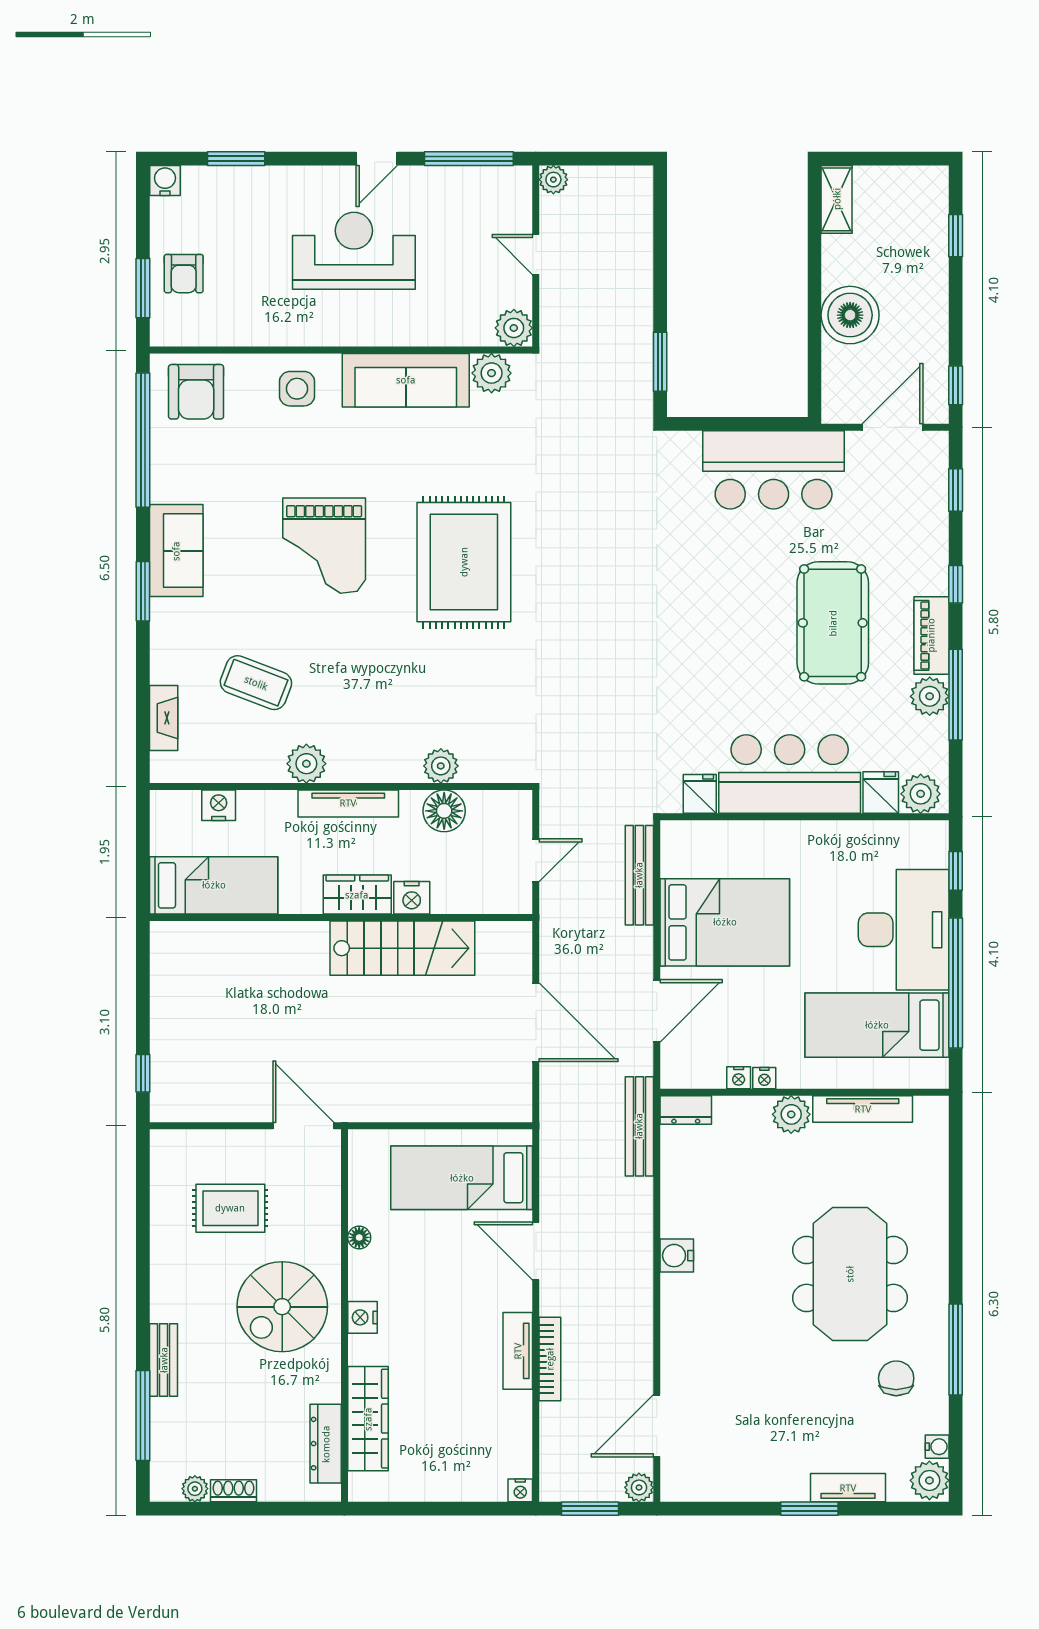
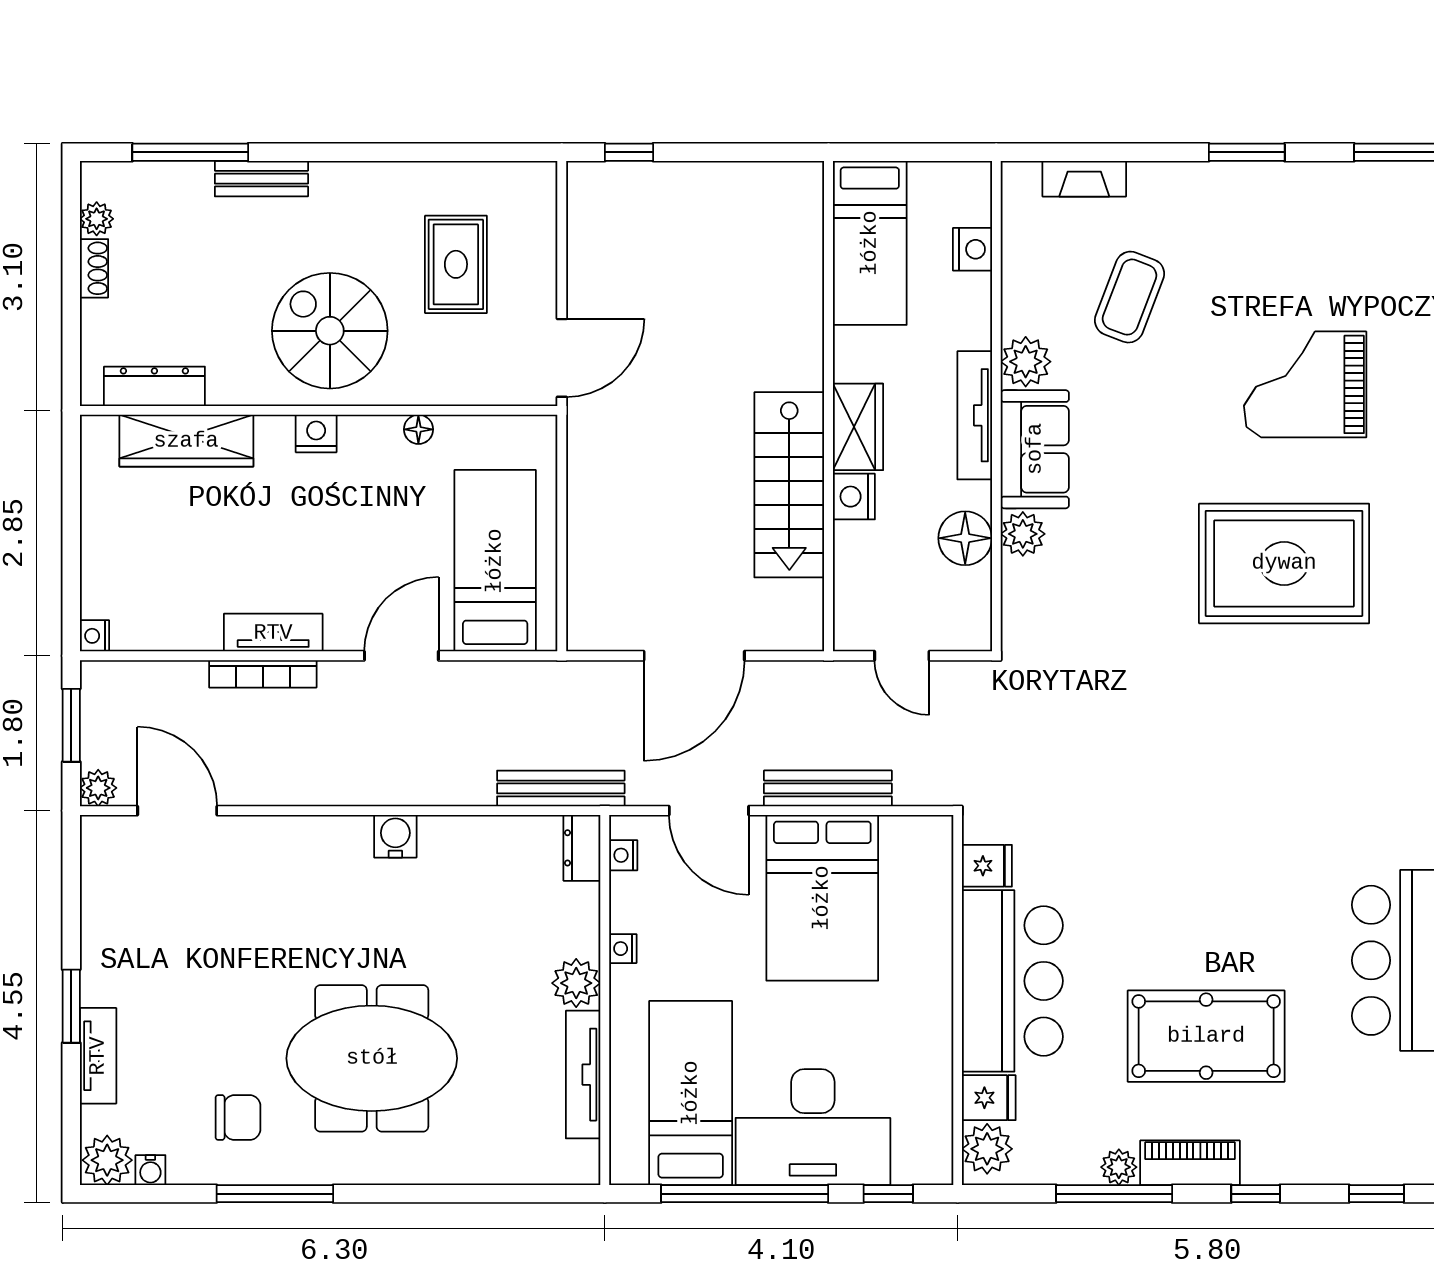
sofa: (176, 551) -> (1035, 449), moved, turned -90
plant: (930, 696) -> (1119, 1167), width x0.73, depth x0.73
bench: (639, 875) -> (828, 788), moved
nightstand: (739, 1078) -> (623, 855), moved

